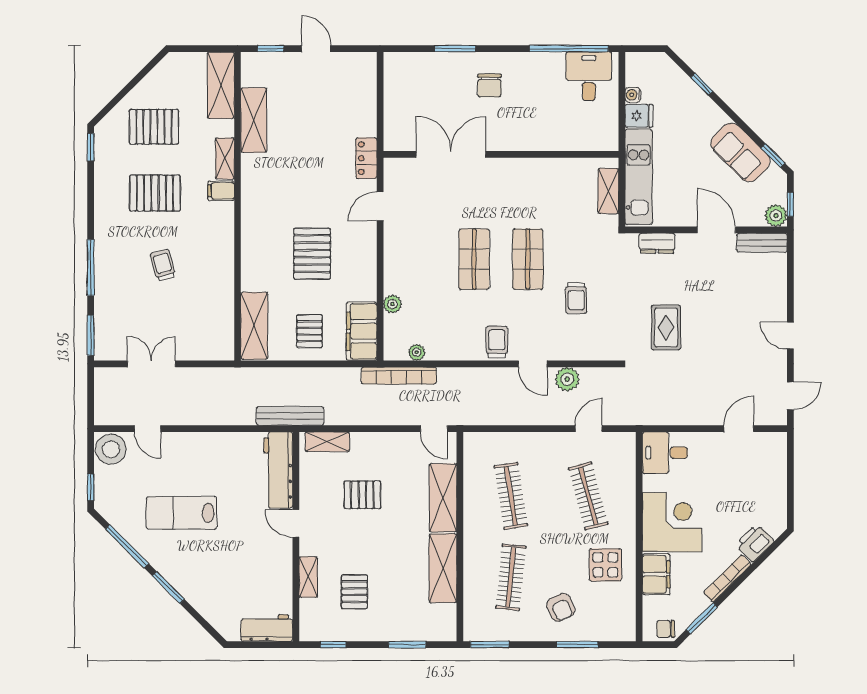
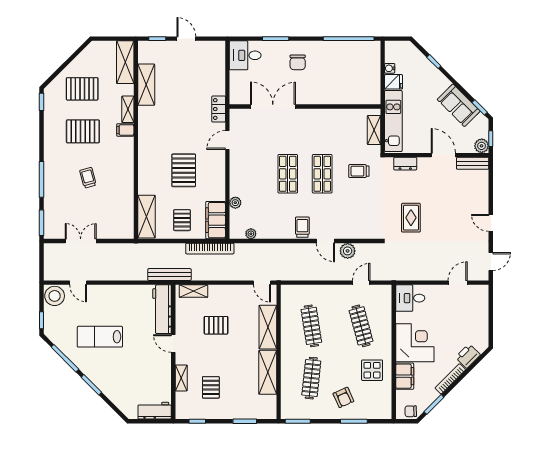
desk: (589, 76) -> (245, 55), moved, turned -90
trolley: (576, 298) -> (359, 171), moved, turned 90
bookcase: (399, 376) -> (210, 249), moved

